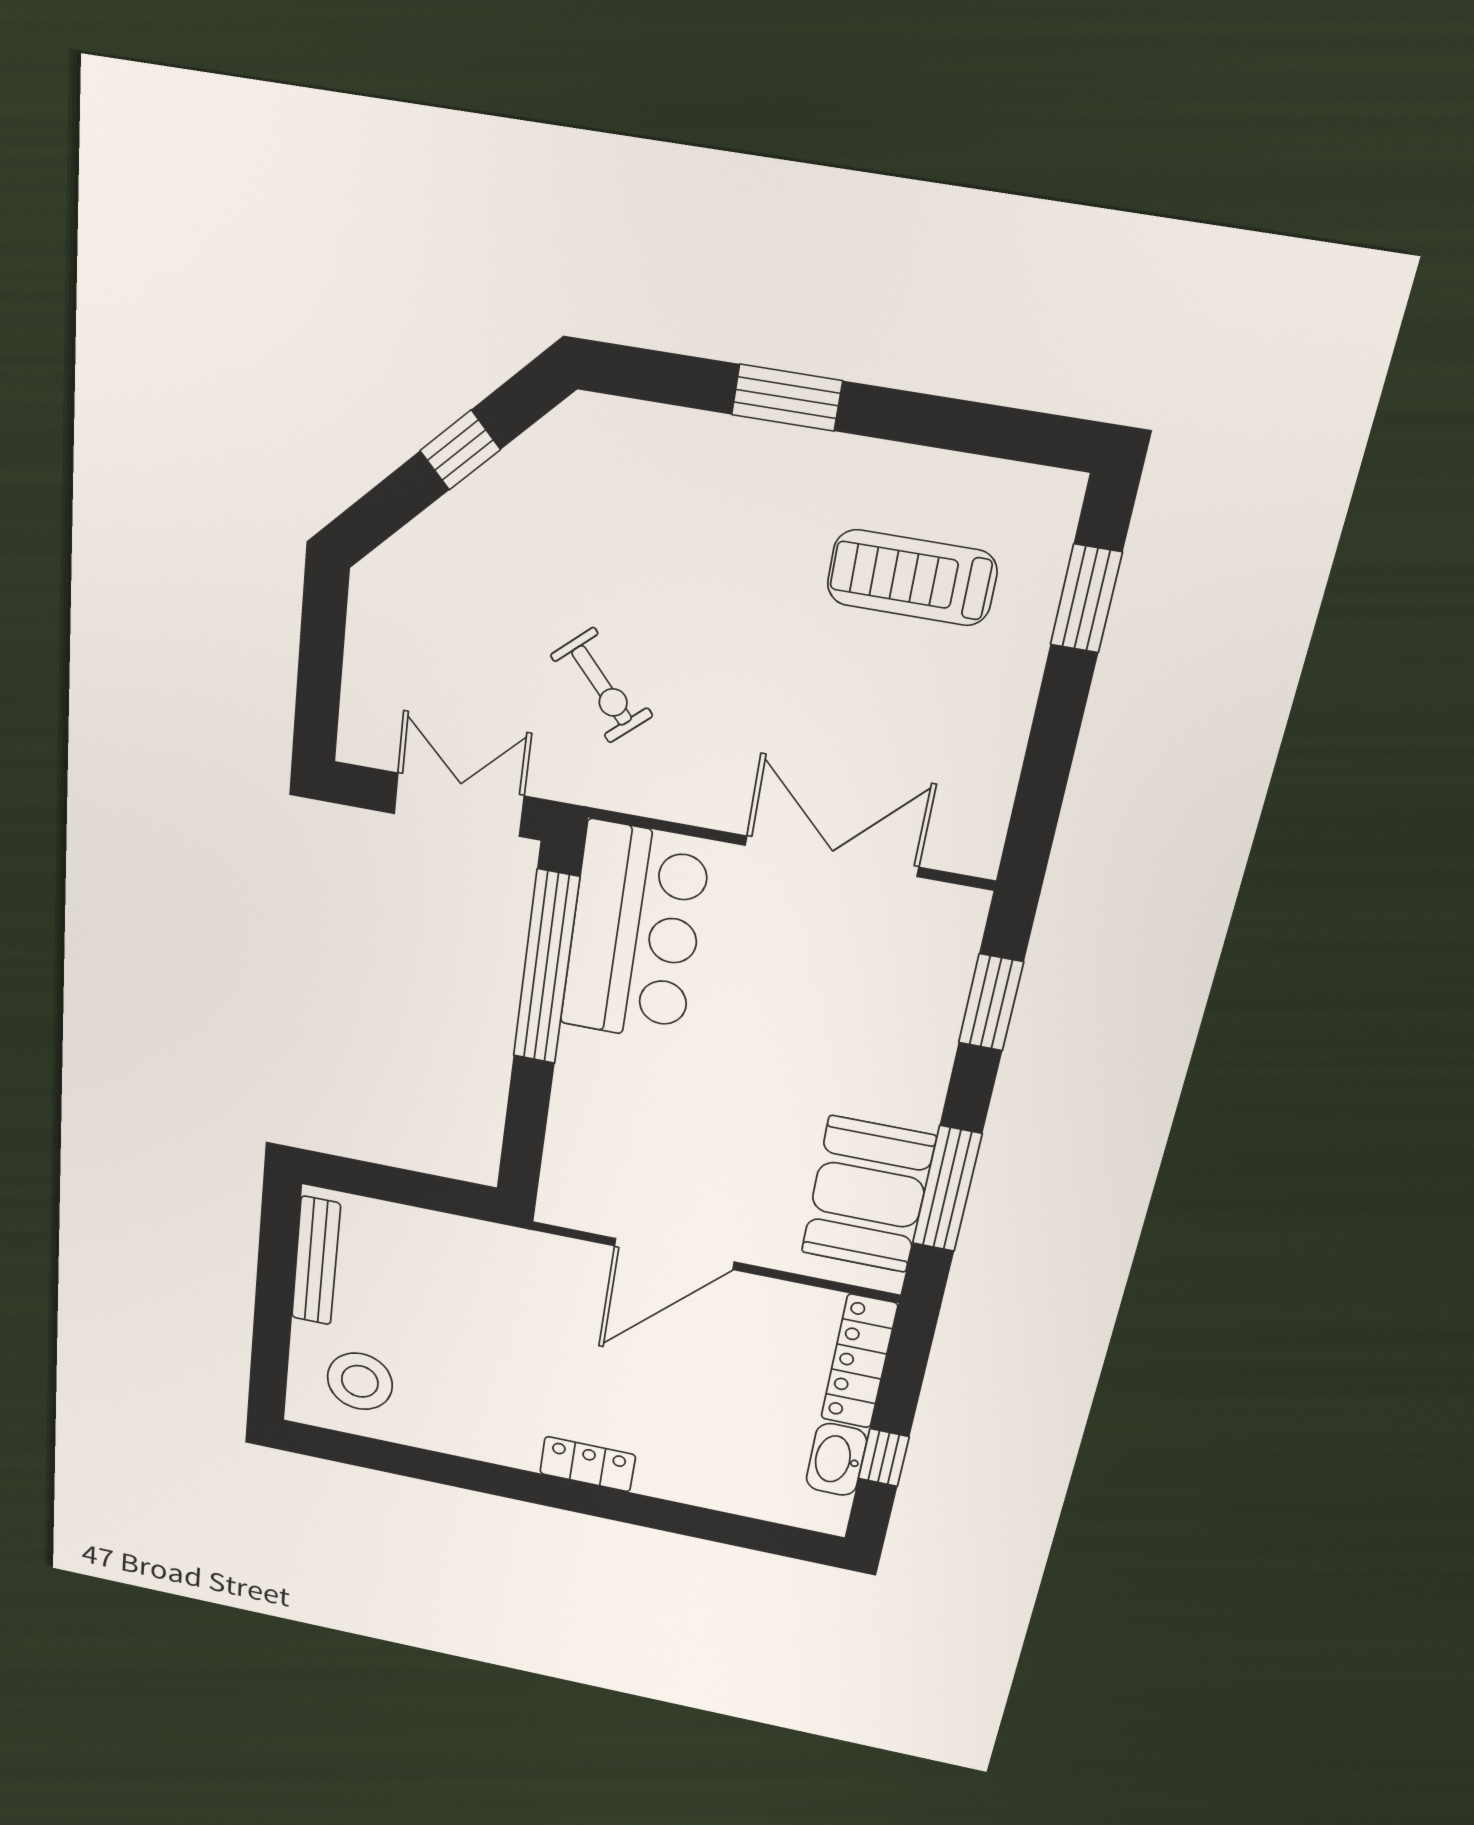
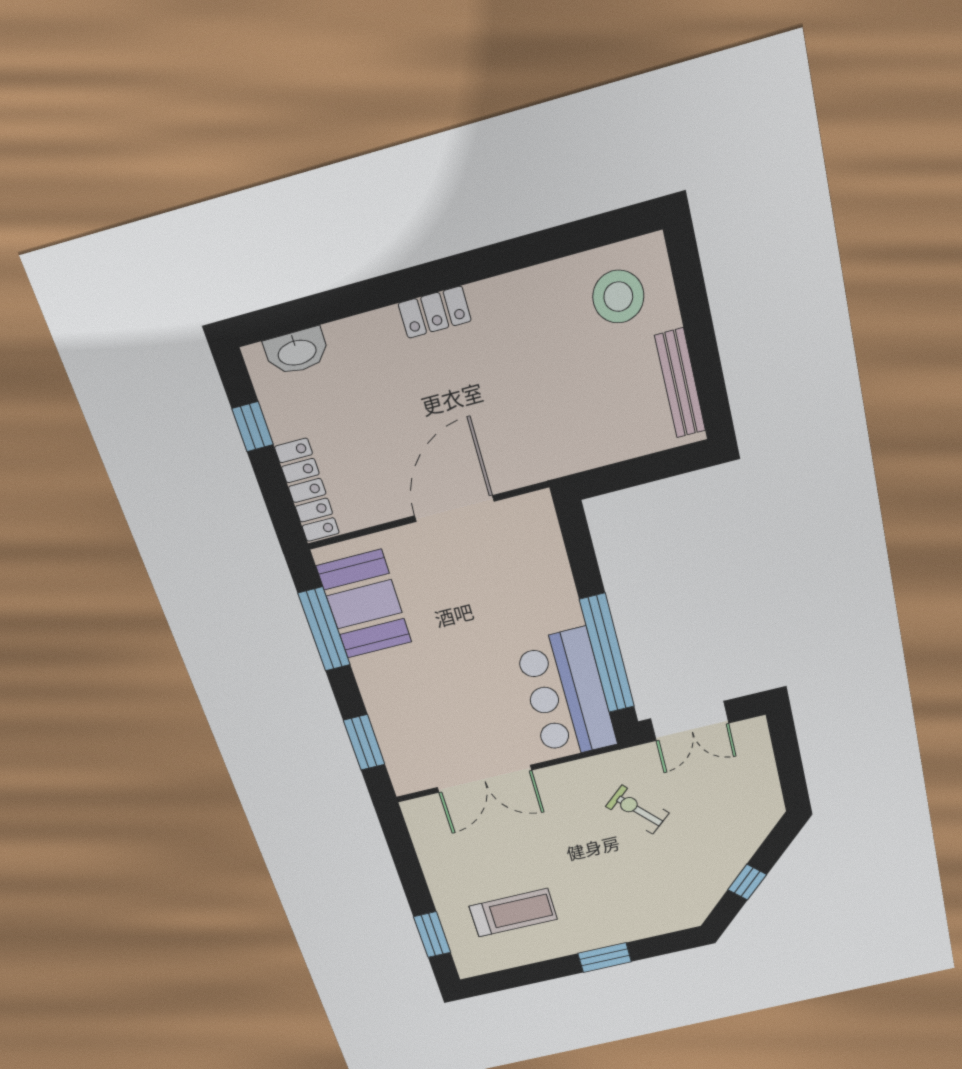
washbasin: (836, 1460) -> (297, 352), moved, turned 90

